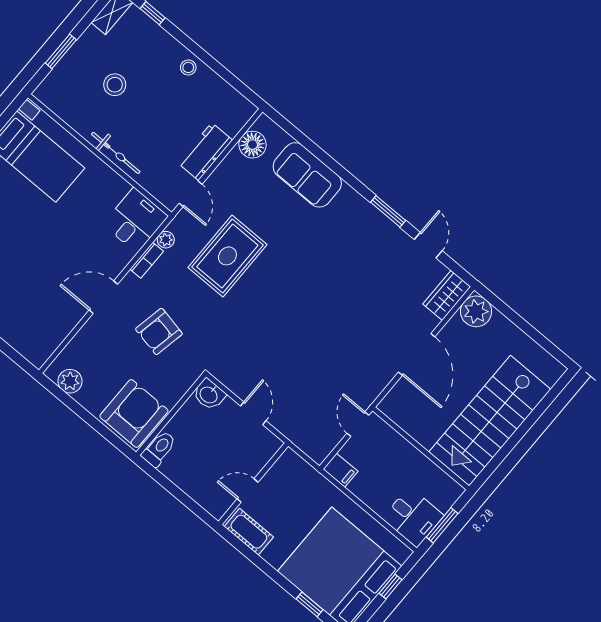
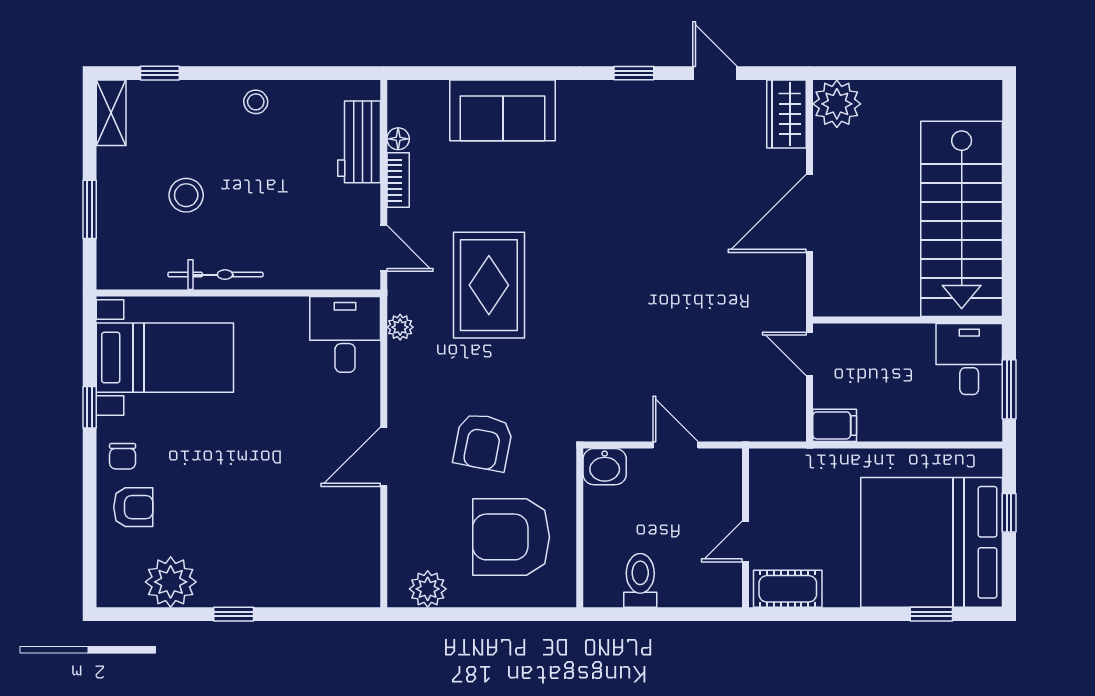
floor lamp: (253, 145) -> (398, 139), width x0.53, depth x0.53
workbench: (205, 152) -> (359, 142), moved
bicycle: (116, 153) -> (216, 275), moved
window: (388, 211) -> (634, 73), width x0.67
bookcase: (147, 260) -> (398, 180), moved
door: (417, 354) -> (810, 213), swing flipped
armchair: (134, 413) -> (511, 537), moved, turned -90
toilet: (159, 449) -> (640, 580), moved
desk: (413, 517) -> (969, 359), moved, turned -90

